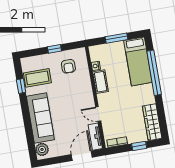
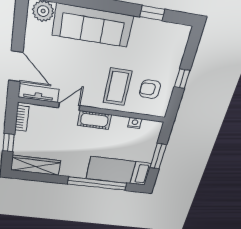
coffee table: (37, 78) -> (117, 87), moved
cot: (101, 82) -> (94, 120), moved

